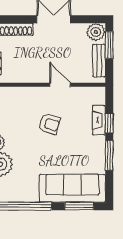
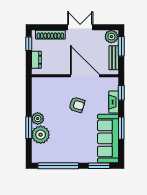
door: (60, 85) -> (85, 76), width x1.87
window: (109, 123) -> (121, 93), moved
sofa: (72, 188) -> (108, 138), moved, turned -90

